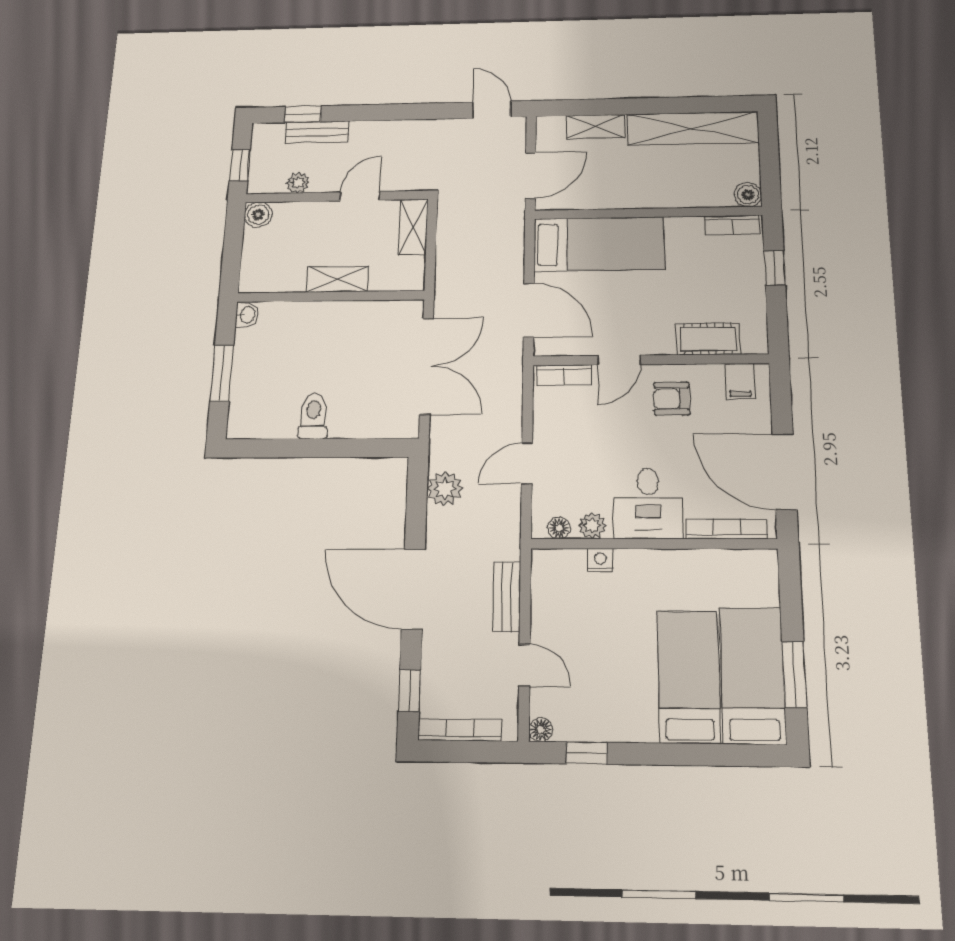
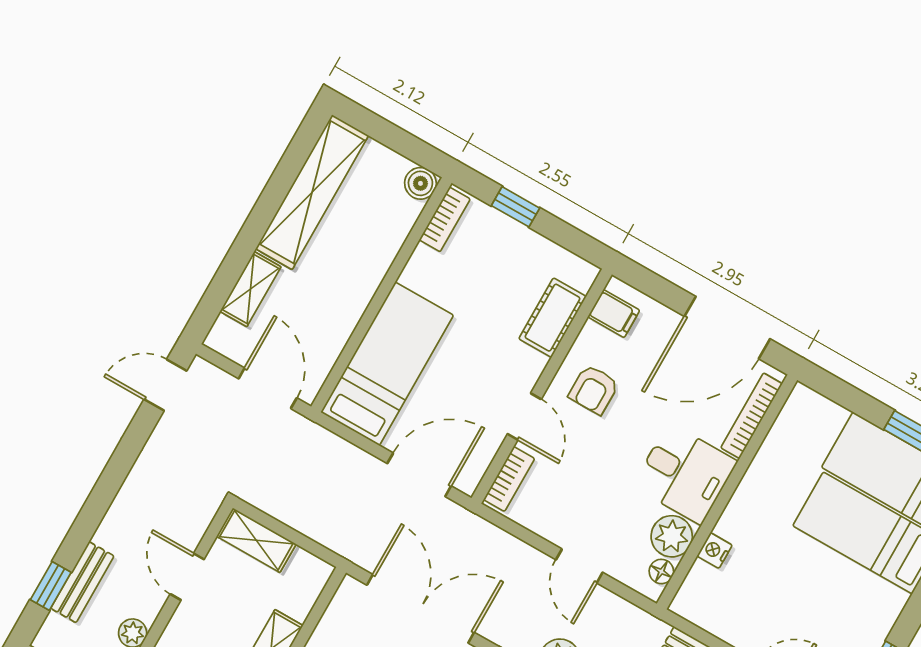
plant: (592, 525) -> (672, 536), width x1.38, depth x1.38

